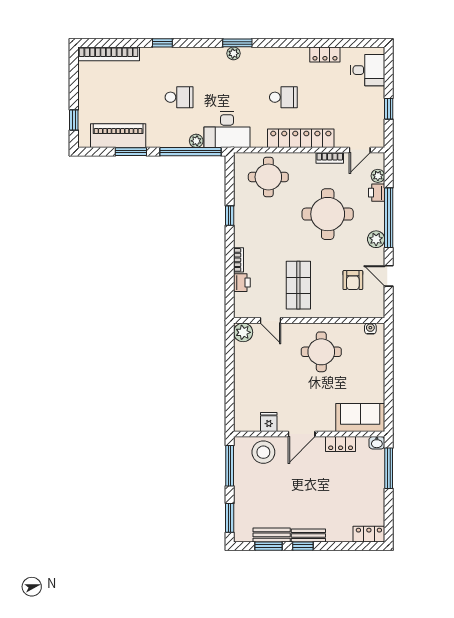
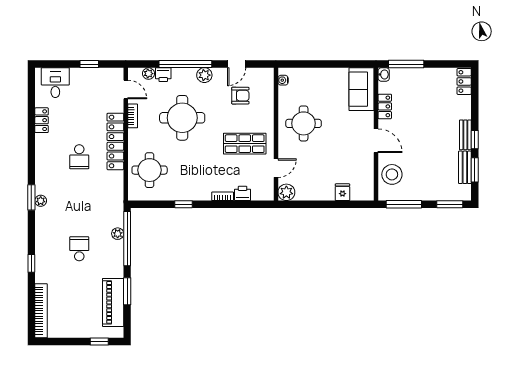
school desk: (283, 97) -> (79, 157), turned 180
desk: (227, 130) -> (108, 206), removed
fridge: (269, 422) -> (342, 192), moved, turned 90

